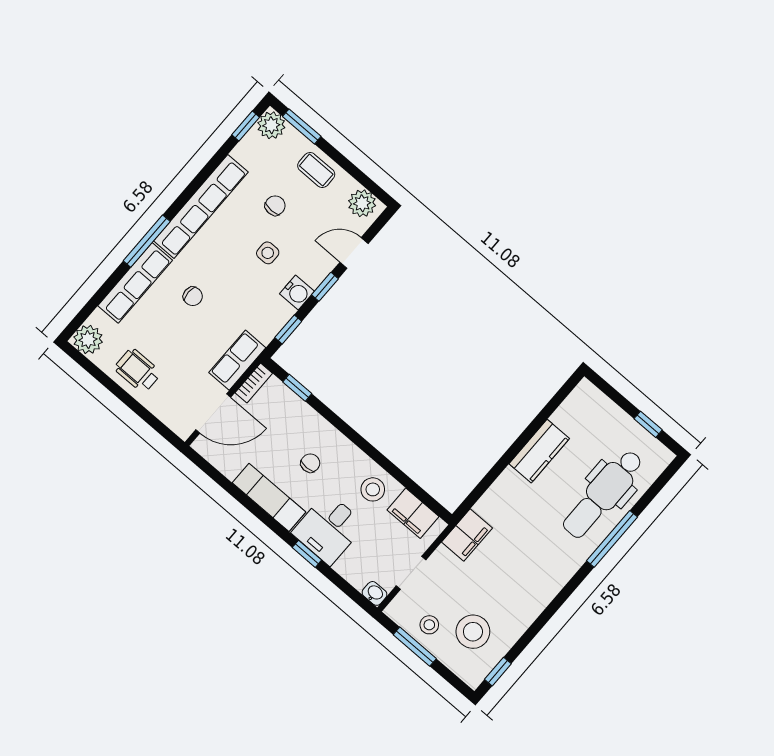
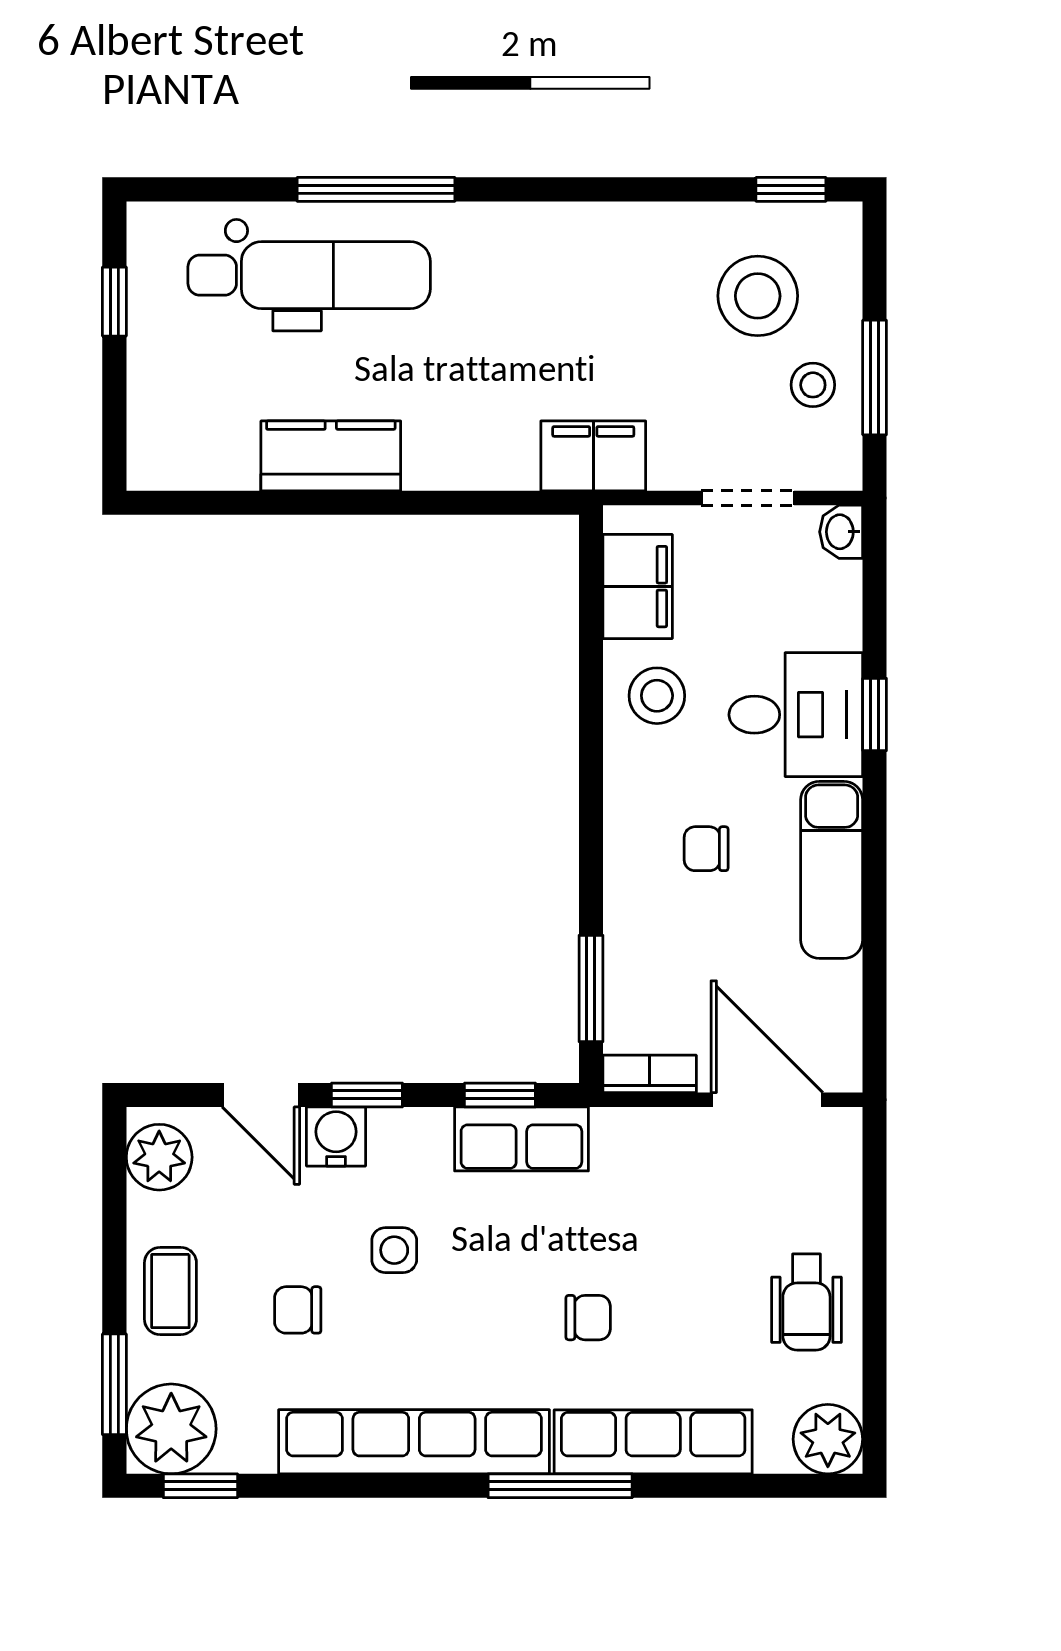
plant: (271, 125) -> (171, 1429), width x1.36, depth x1.36
water cooler: (297, 292) -> (336, 1136), moved
chair: (193, 296) -> (588, 1318), turned 90
row of seats: (237, 360) -> (521, 1139), moved
window: (297, 388) -> (591, 988), width x1.50

